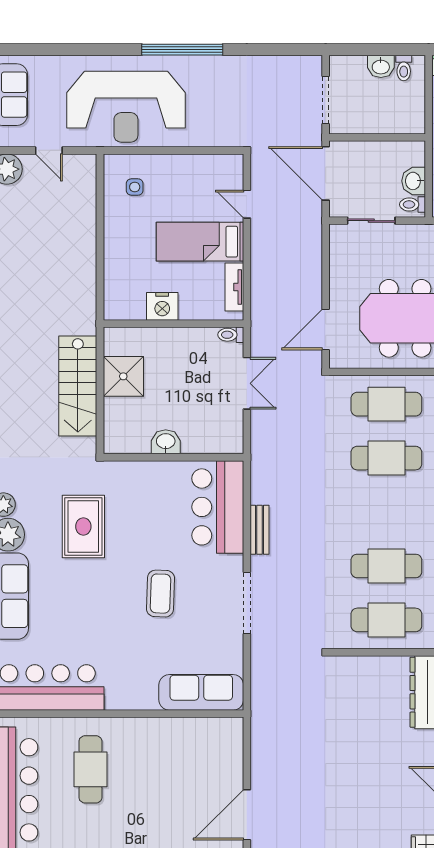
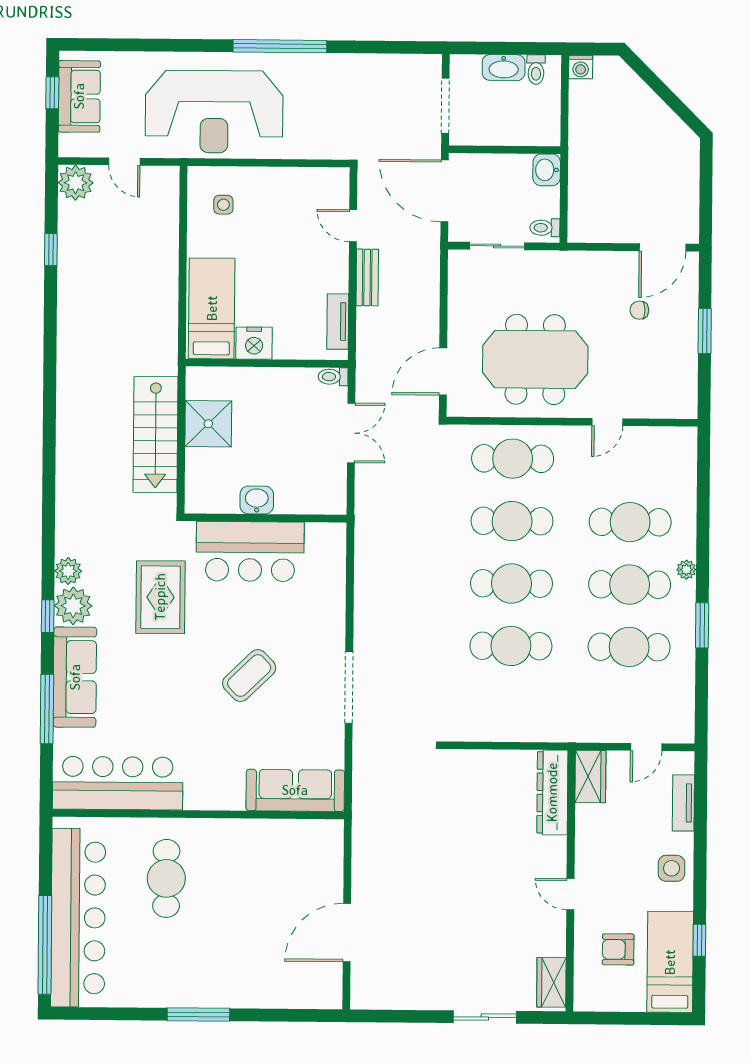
washbasin: (381, 66) -> (504, 68), width x1.38
washbasin: (414, 181) -> (547, 170), moved
bed: (200, 242) -> (212, 308), moved, turned 90
bar counter: (218, 507) -> (250, 551), moved, turned -90
bench: (259, 530) -> (367, 277), moved
coffee table: (160, 594) -> (249, 676), turned 44
cafe table: (386, 620) -> (511, 583), moved

